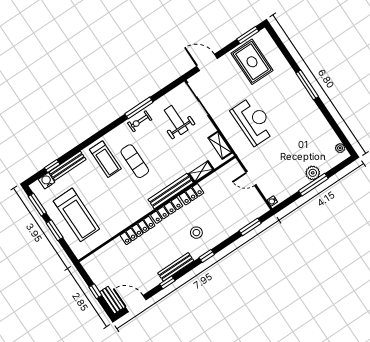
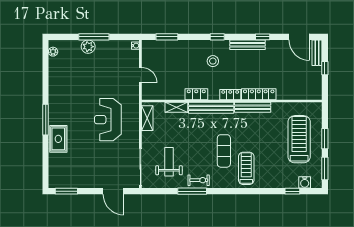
rug: (252, 62) -> (58, 139), moved, width x0.73, depth x0.70
weight bench: (176, 120) -> (169, 162), turned 180
bench: (68, 166) -> (253, 107), moved
locker: (167, 210) -> (230, 95), width x0.66

